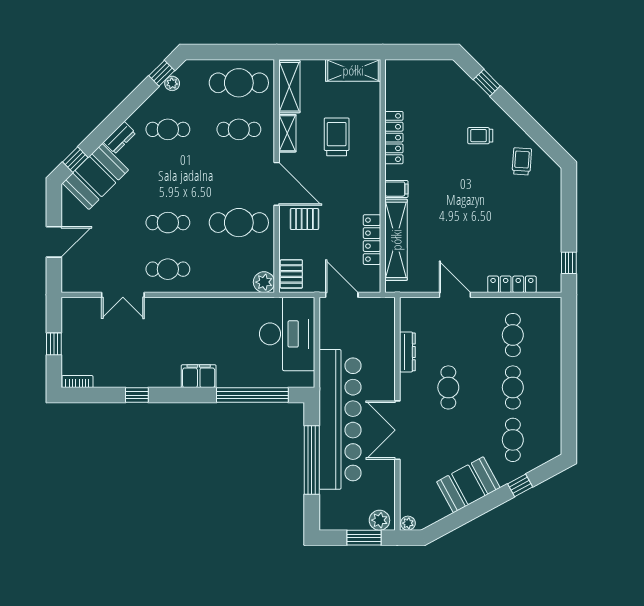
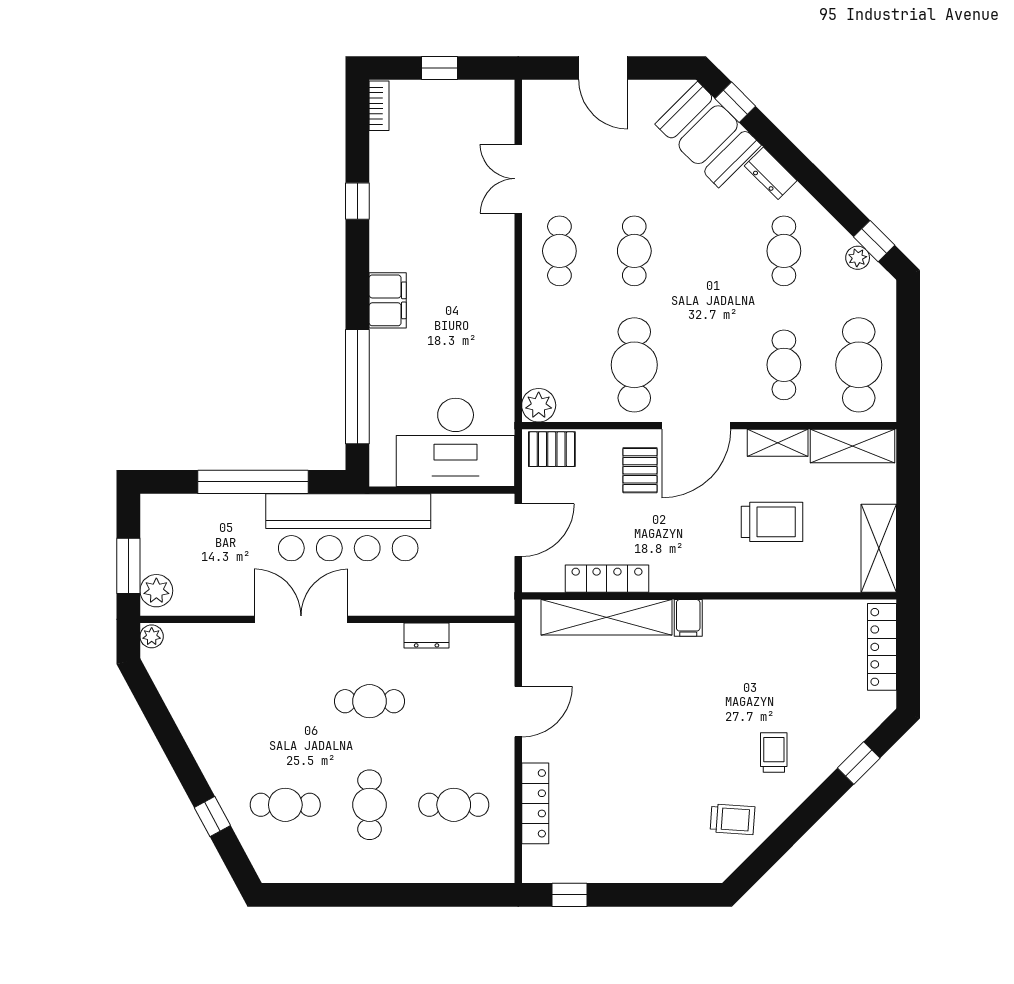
locker: (394, 138) -> (882, 647), moved, turned 90
dresser: (407, 352) -> (427, 636), width x0.70
cafe table: (513, 387) -> (370, 805), turned 90
bar counter: (340, 419) -> (348, 527), width x0.73
booth: (468, 485) -> (213, 733), removed

